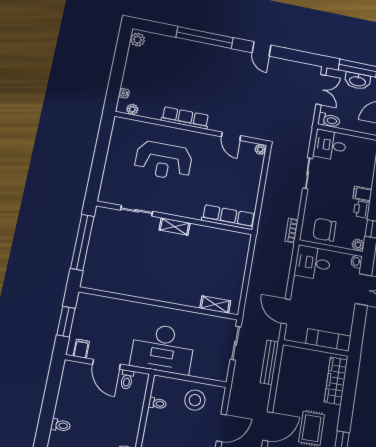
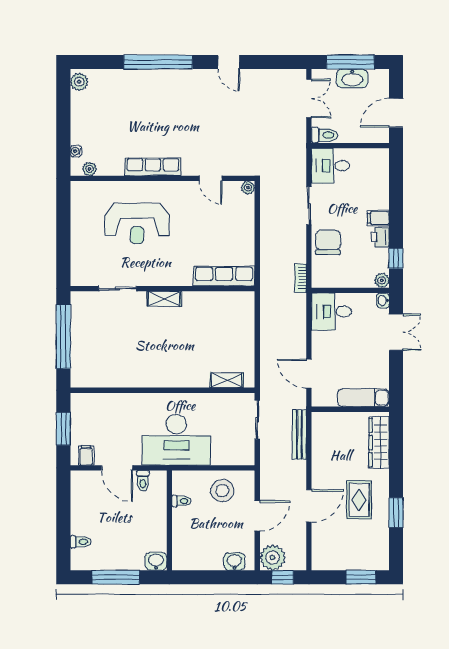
chair: (325, 230) -> (328, 242), moved, turned 90

